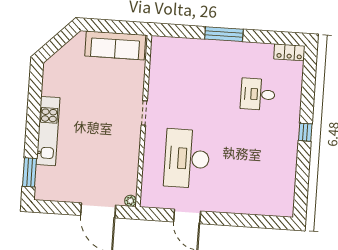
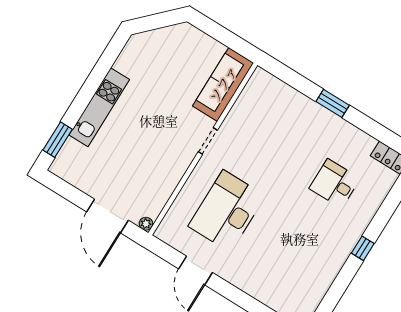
window: (224, 34) -> (333, 103), width x0.69
sofa: (115, 45) -> (223, 84), moved, turned 90

